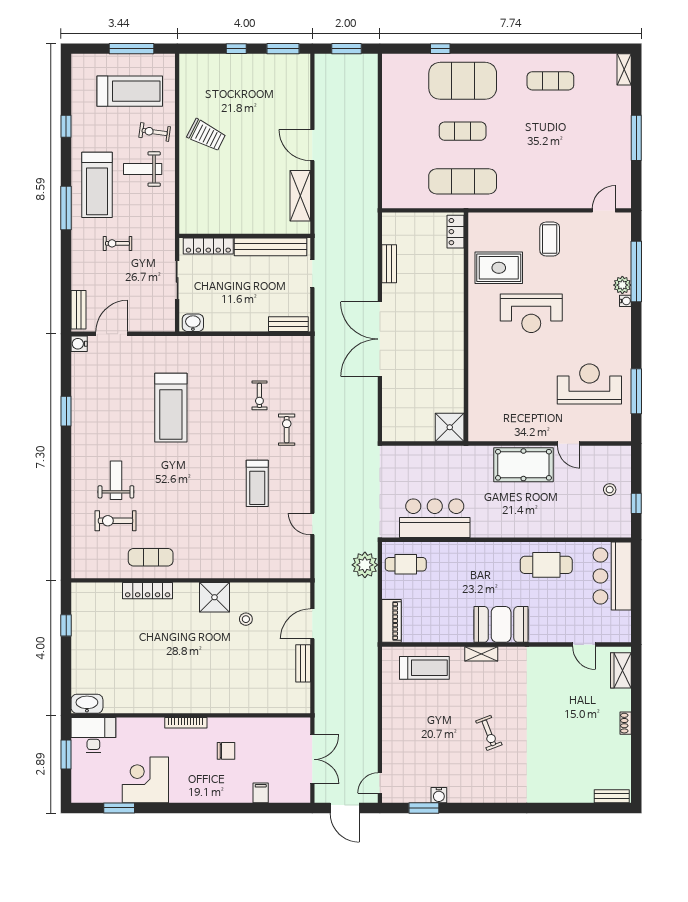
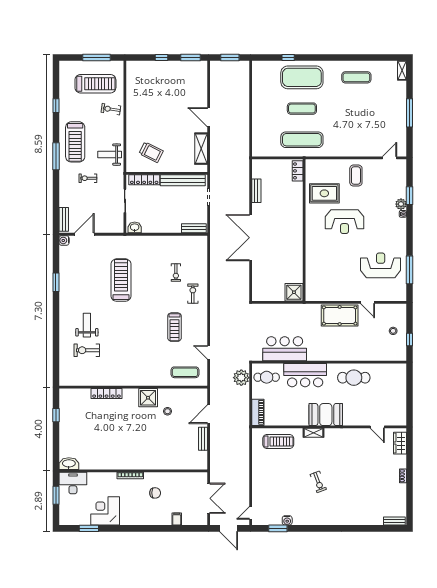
trolley: (206, 135) -> (151, 152), moved
weight bench: (143, 169) -> (110, 155), moved
window: (636, 272) -> (410, 196), width x0.47
treadmill: (171, 408) -> (121, 280), turned 180
exercise mat: (151, 557) -> (185, 372), moved
bar counter: (612, 576) -> (305, 375), moved, turned -90

